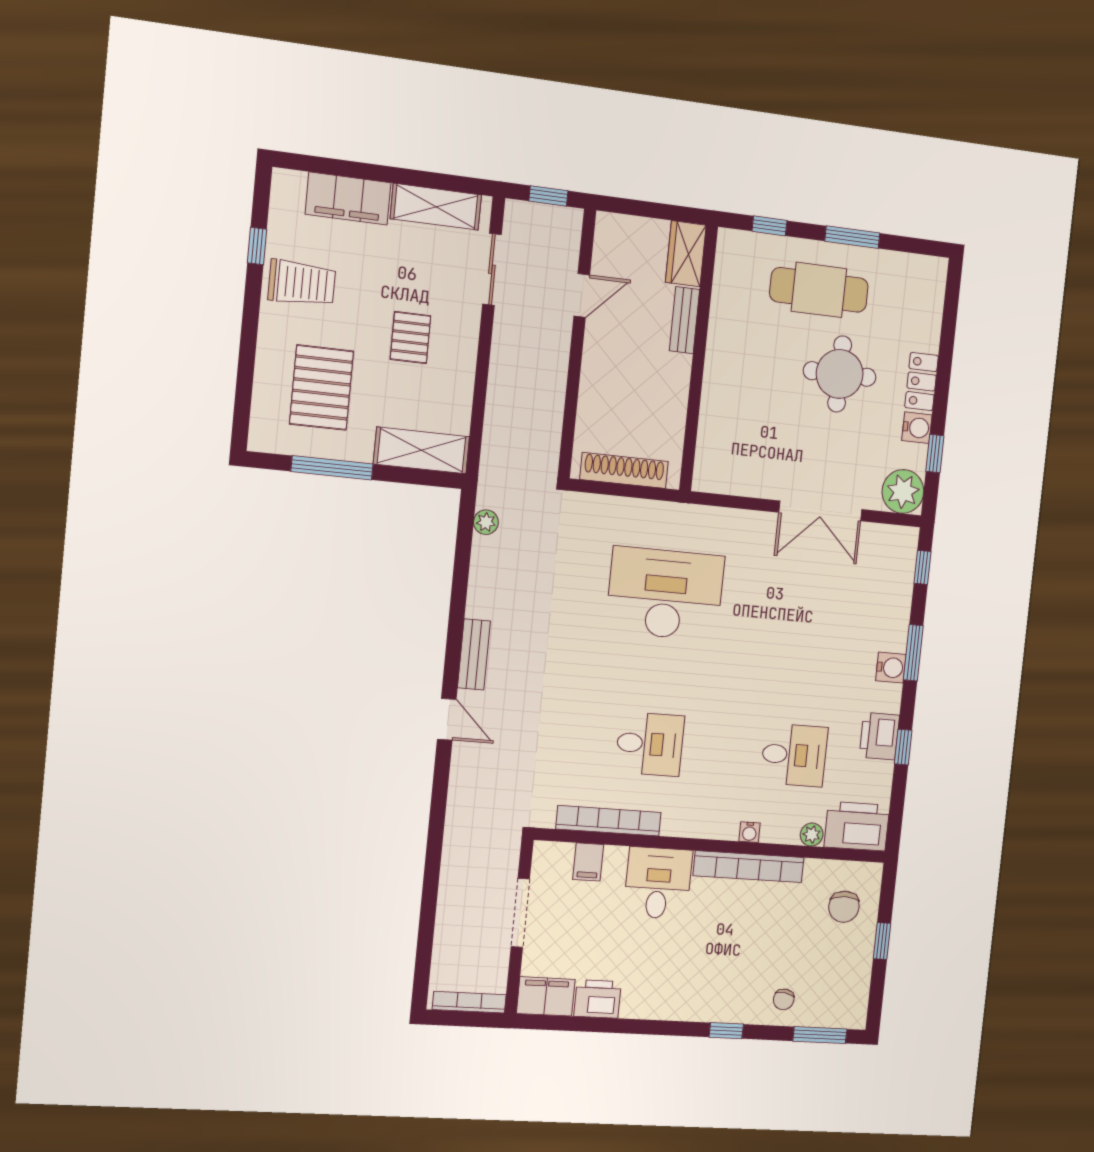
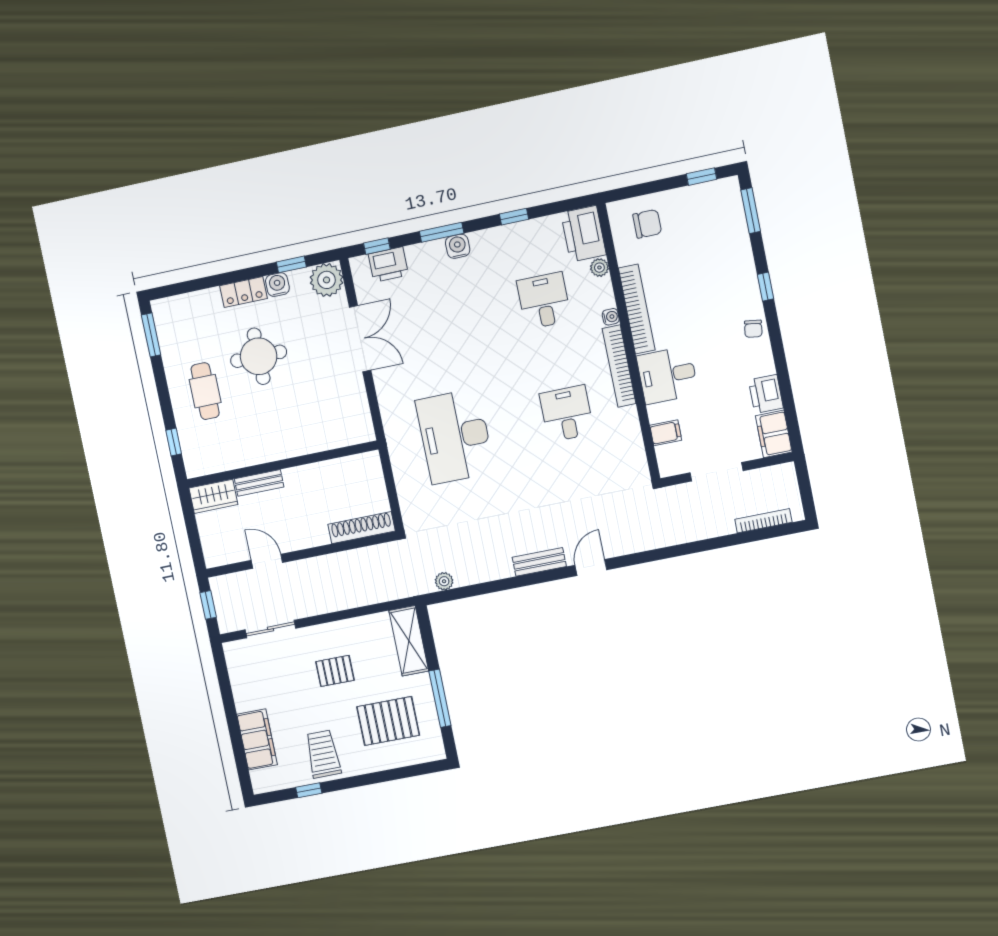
shelving: (436, 207) -> (242, 680), removed
window: (852, 237) -> (151, 335), moved
cafe table: (819, 290) -> (205, 391), width x0.73, depth x0.74
shoe rack: (624, 470) -> (362, 528), moved, turned 90
printer: (879, 736) -> (388, 265), moved
bookcase: (609, 821) -> (619, 366), moved
window: (882, 941) -> (701, 177), moved
chair: (784, 999) -> (753, 329), moved, turned 89
bookcase: (469, 1002) -> (763, 521), moved, turned 90

